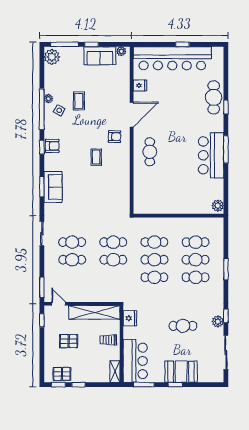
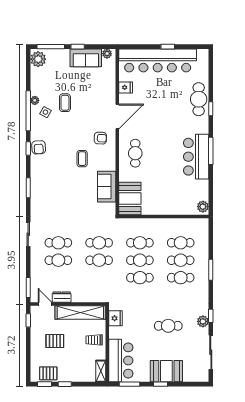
armchair: (52, 146) -> (39, 147), turned 86
sofa: (53, 187) -> (107, 187), moved, turned 180
booth: (144, 197) -> (130, 198), added
dresser: (76, 297) -> (62, 297), added

